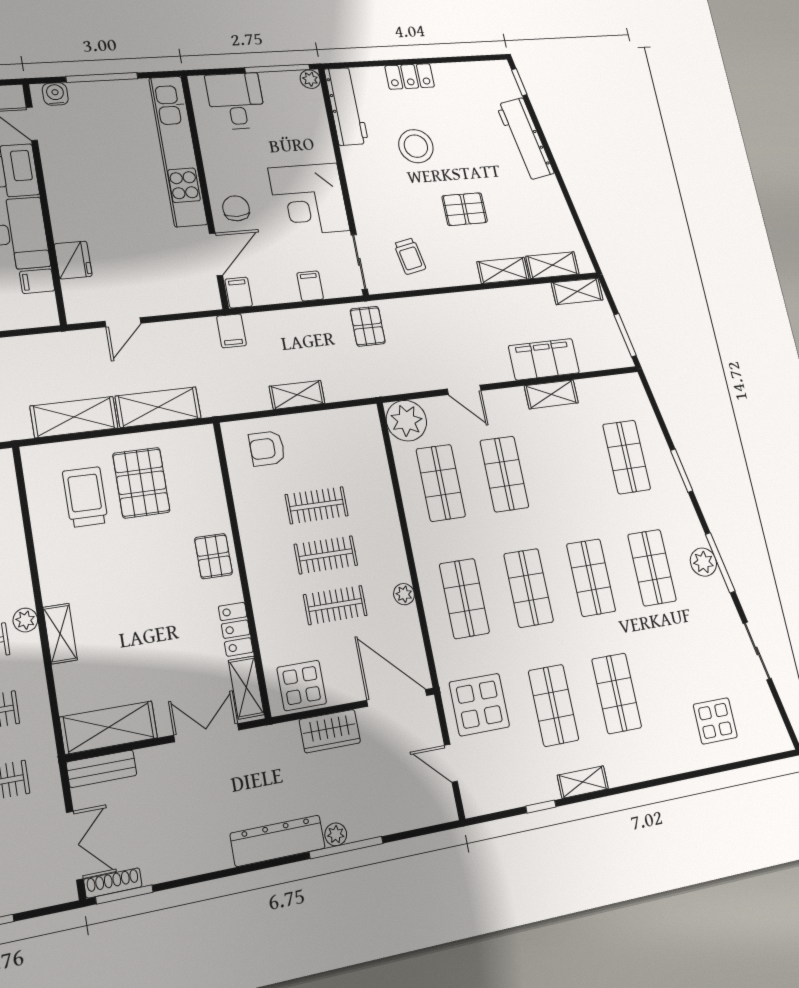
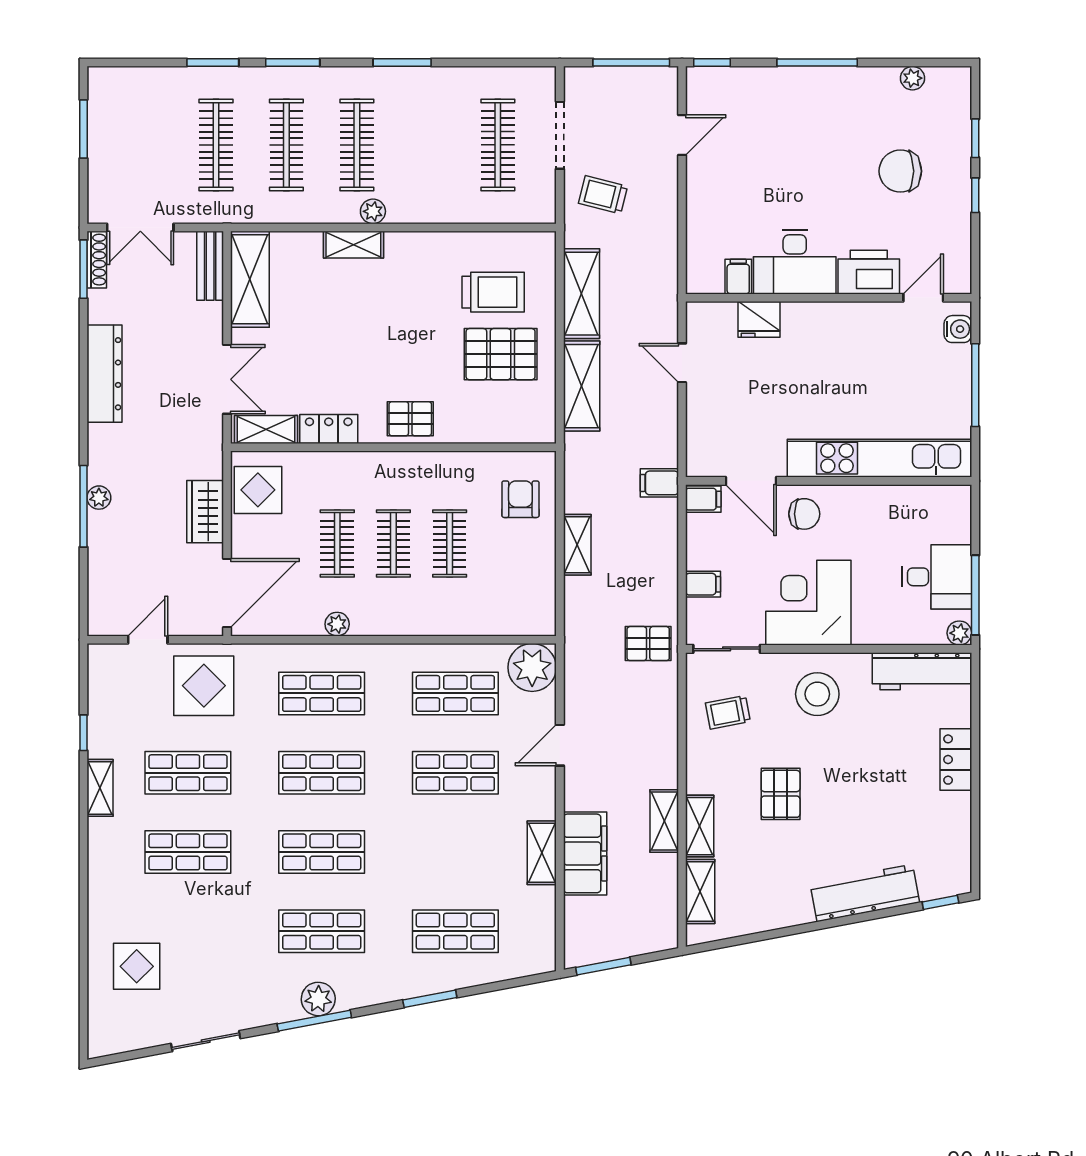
desk: (236, 101) -> (937, 577), moved
stool: (416, 146) -> (817, 694), moved
shelving: (577, 291) -> (664, 821), moved
dresser: (278, 841) -> (105, 374), moved

